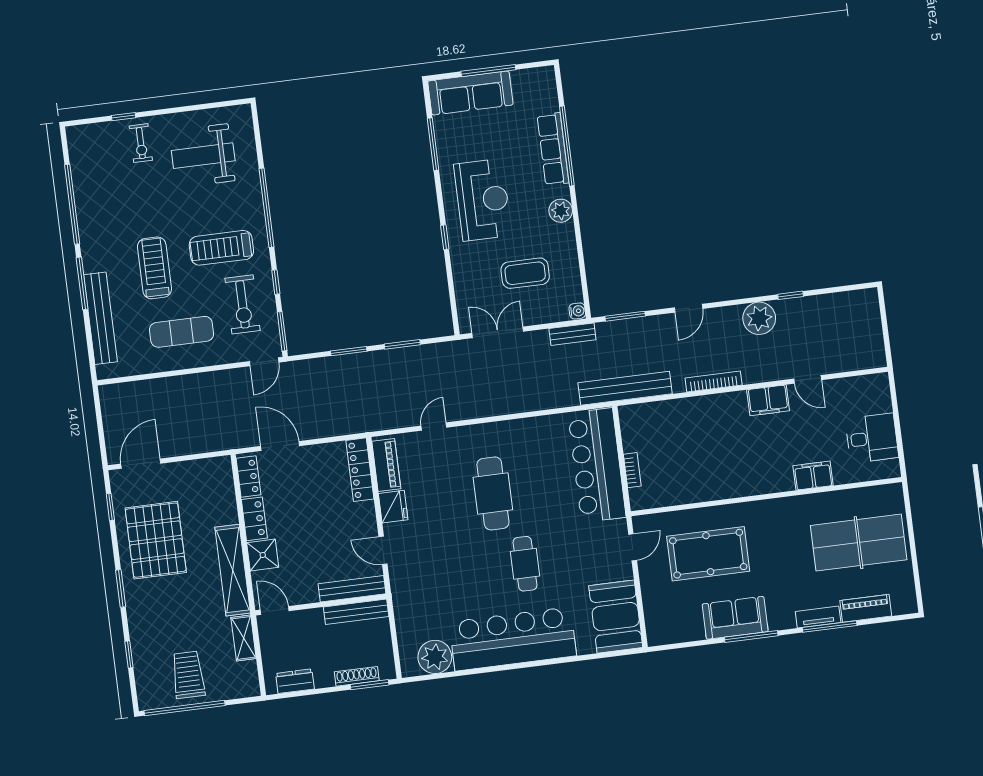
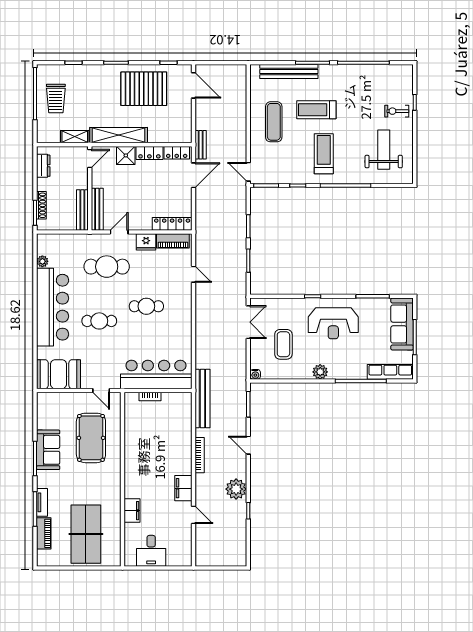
row of seats: (553, 149) -> (390, 372), moved
treadmill: (154, 268) -> (316, 110), turned 180
exercise bike: (243, 304) -> (286, 163), removed
bench: (572, 334) -> (201, 145), moved
door: (808, 379) -> (194, 515), swing flipped
cafe table: (493, 493) -> (146, 306), width x0.73, depth x0.74
cafe table: (439, 563) -> (107, 267), added
plant: (435, 657) -> (42, 261), width x0.53, depth x0.53
trolley: (188, 675) -> (56, 99), turned 90

